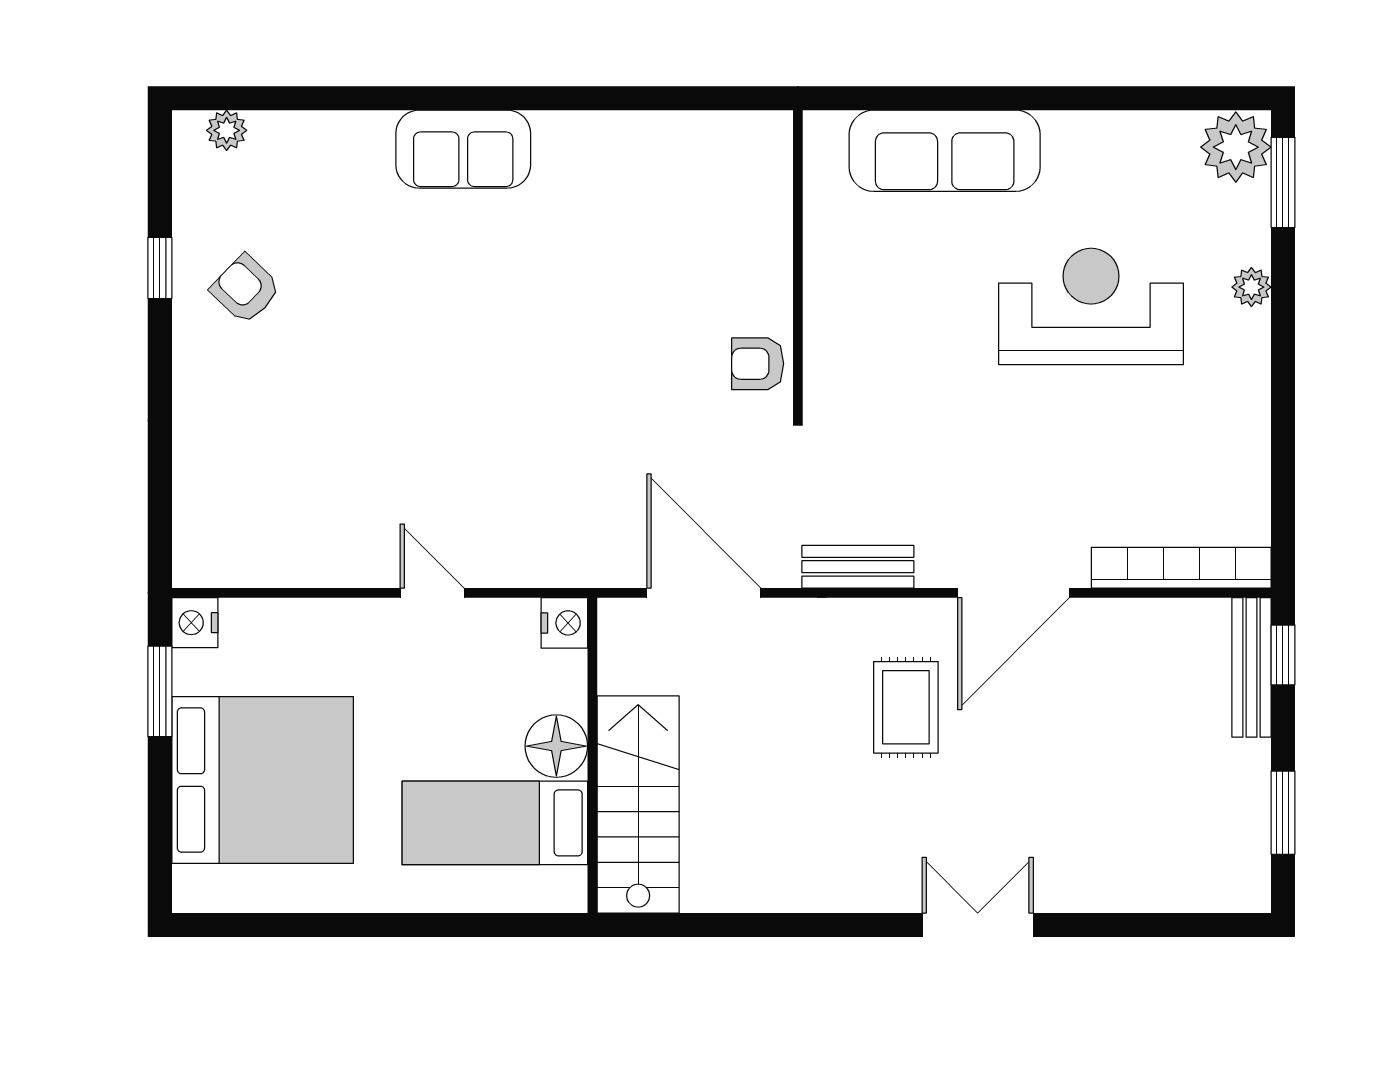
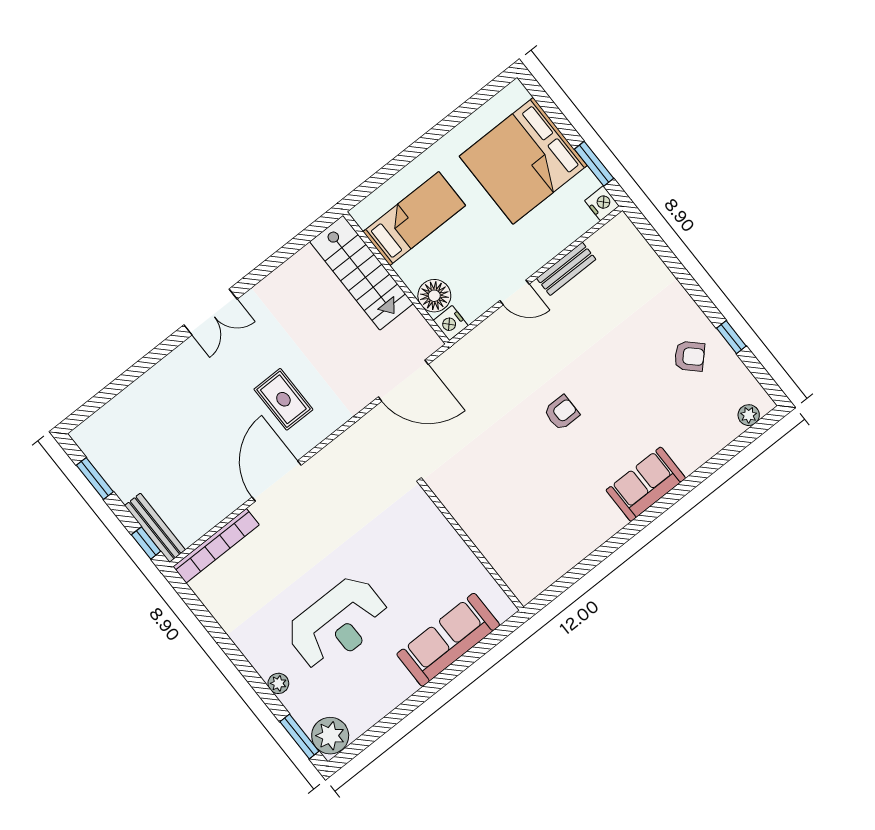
armchair: (758, 364) -> (562, 413), moved
bench: (858, 567) -> (566, 269), moved
floor lamp: (556, 746) -> (434, 296), moved
double door: (978, 925) -> (210, 312), moved

